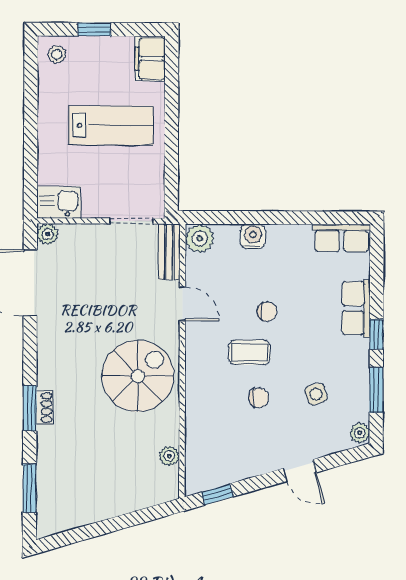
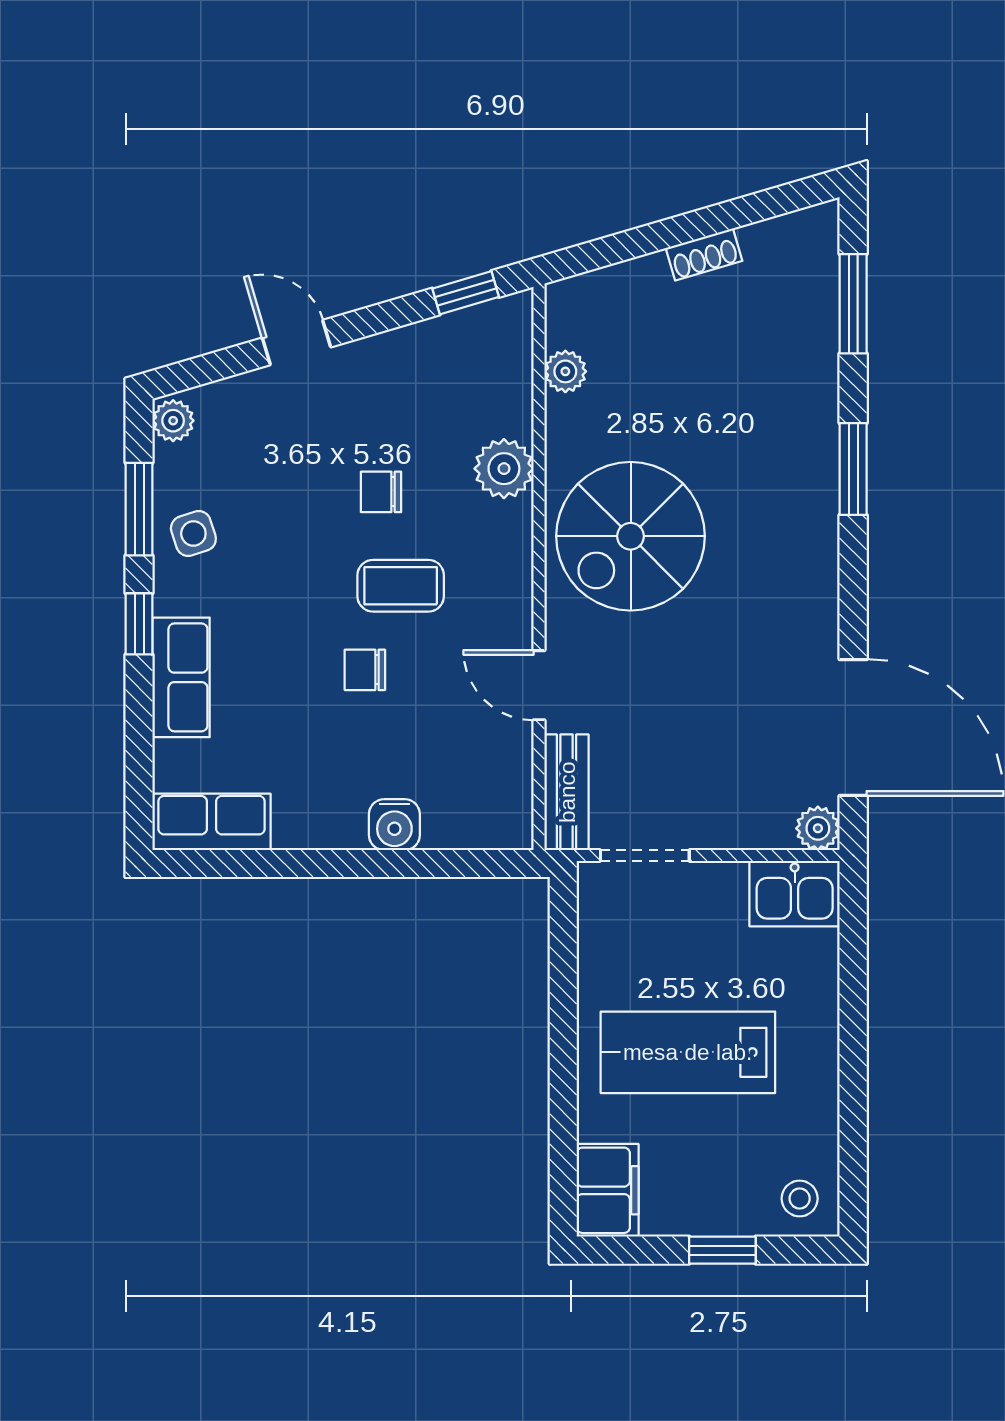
plant: (200, 239) -> (504, 469), moved
side table: (316, 394) -> (193, 534), moved
shoe rack: (44, 408) -> (704, 254), moved, turned -106

